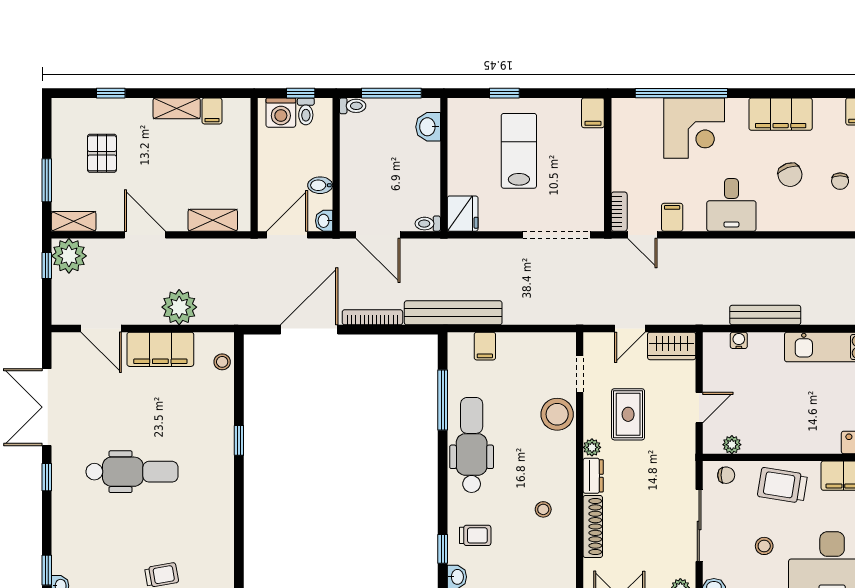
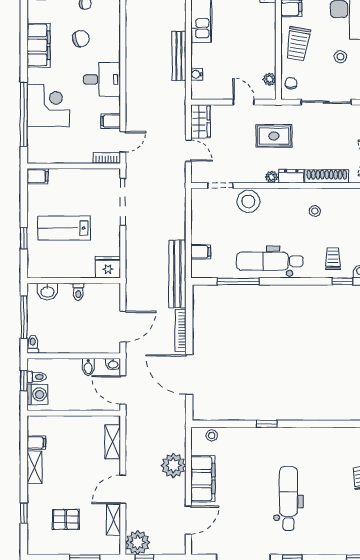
shelving: (74, 221) -> (113, 520), moved
toilet: (428, 224) -> (78, 292), moved
rug: (628, 414) -> (274, 136), moved

